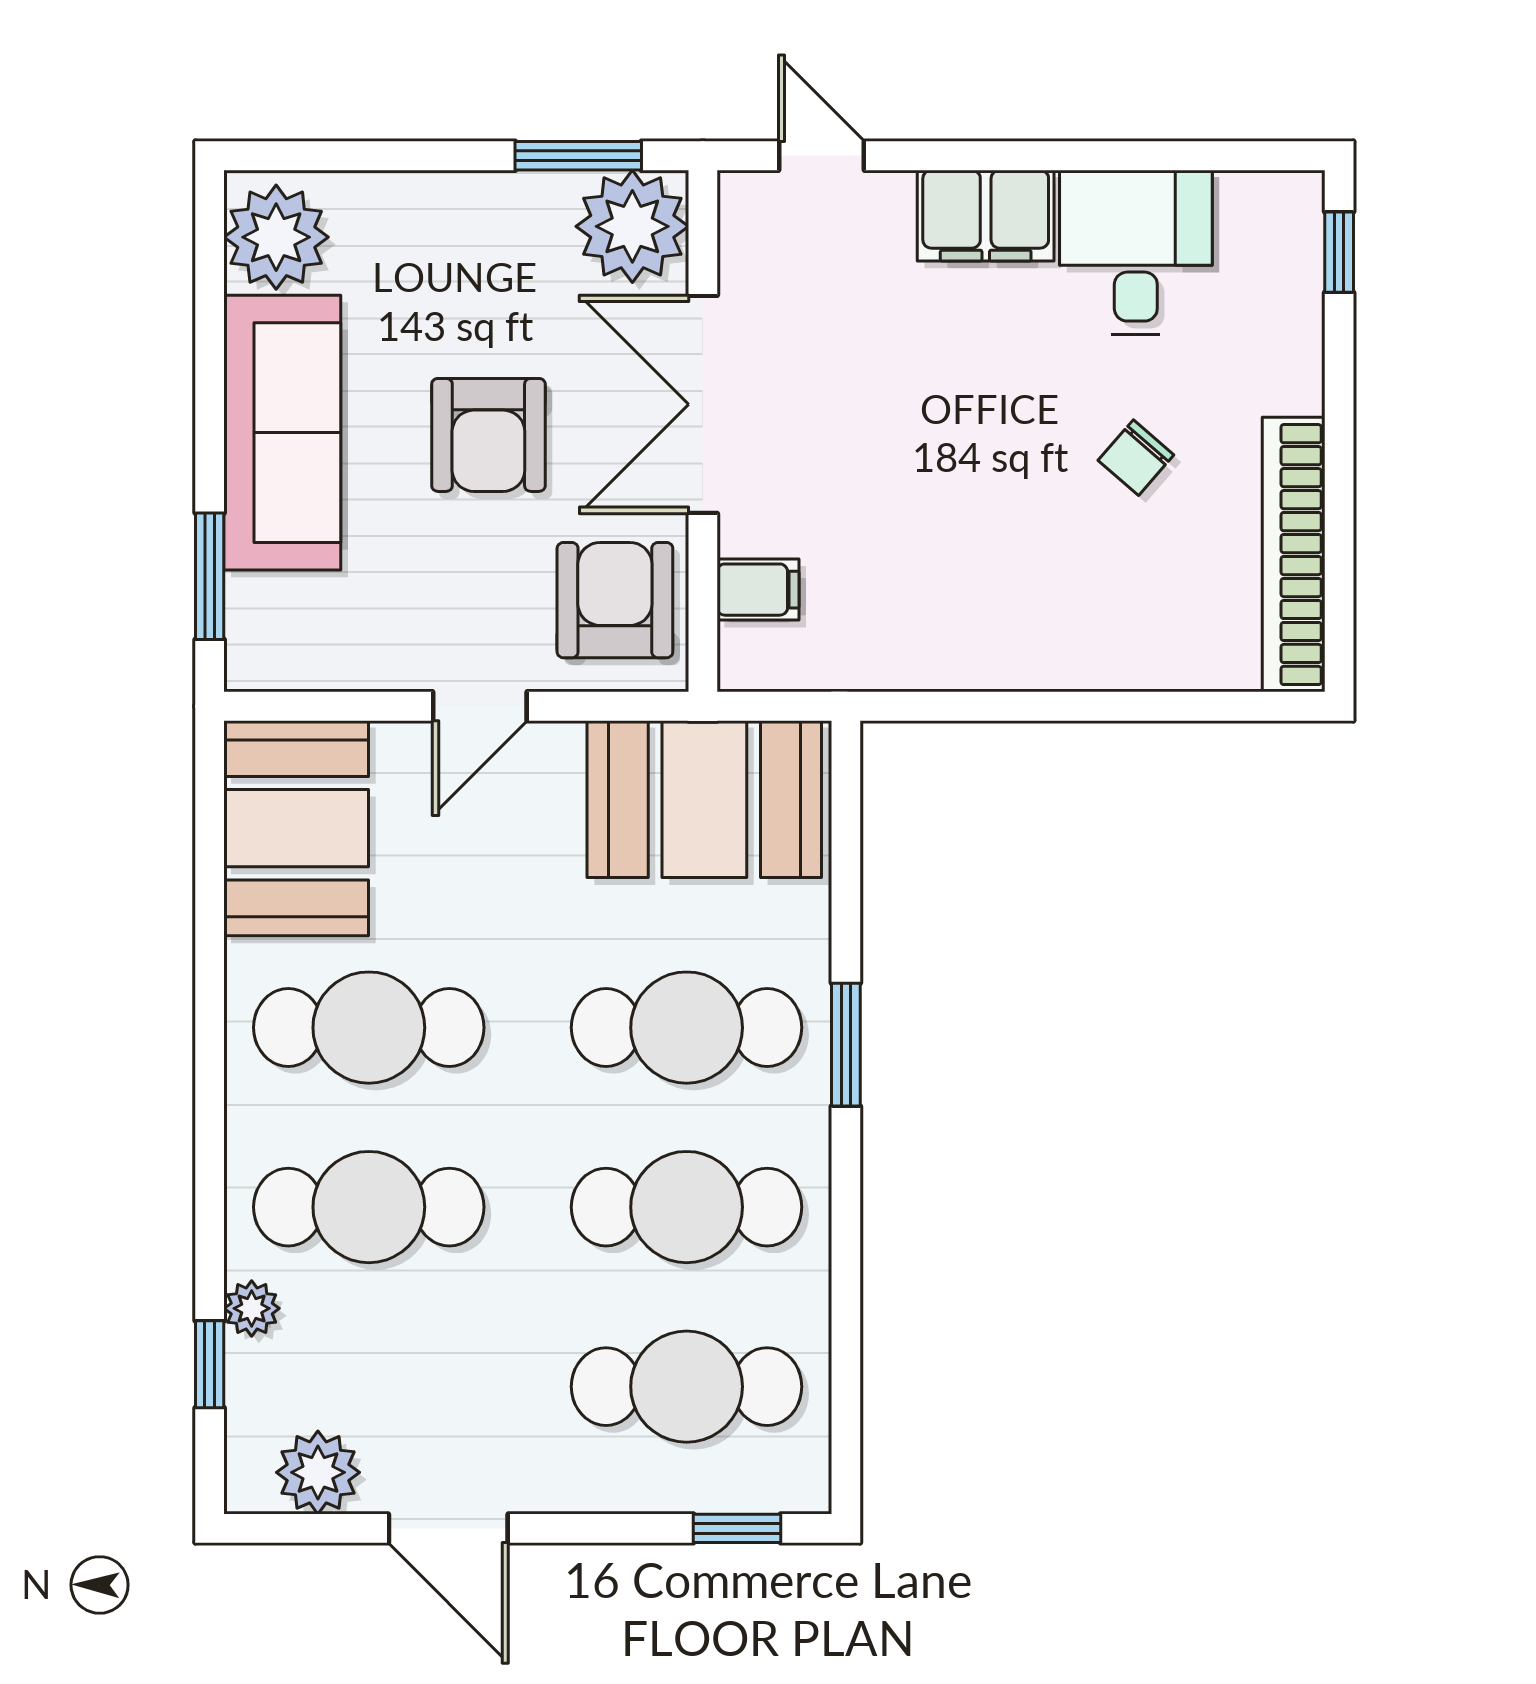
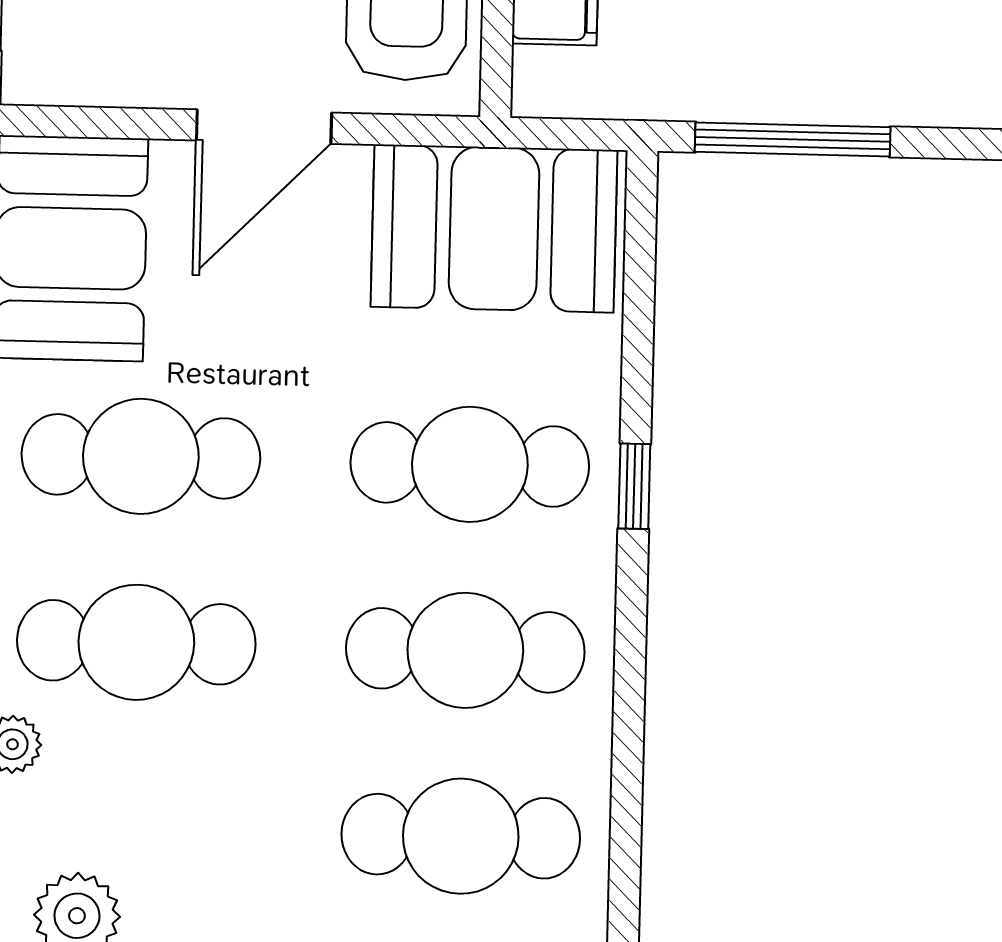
door: (480, 706) -> (264, 127), width x1.38
window: (991, 706) -> (793, 140), added
window: (846, 1045) -> (634, 486), width x0.67

